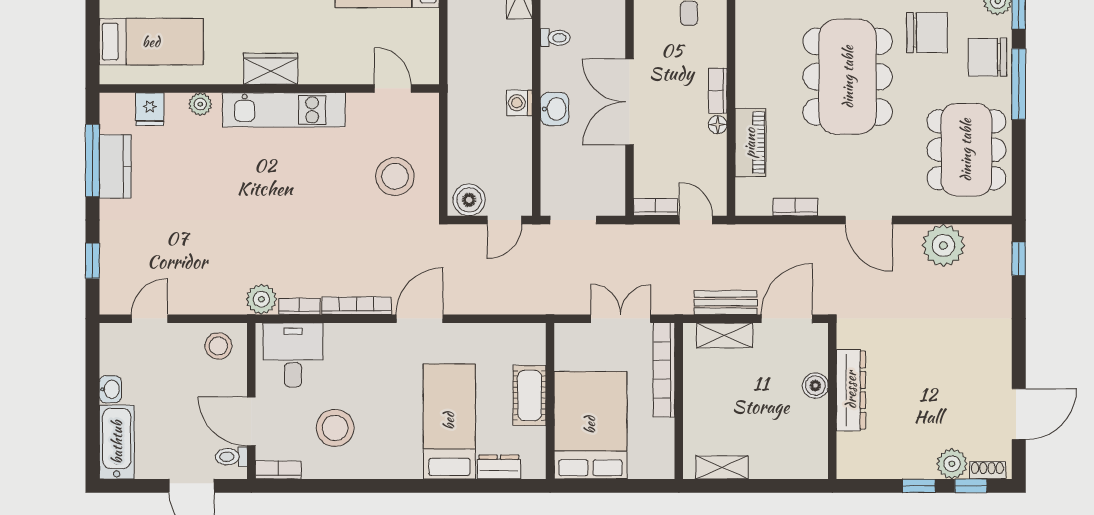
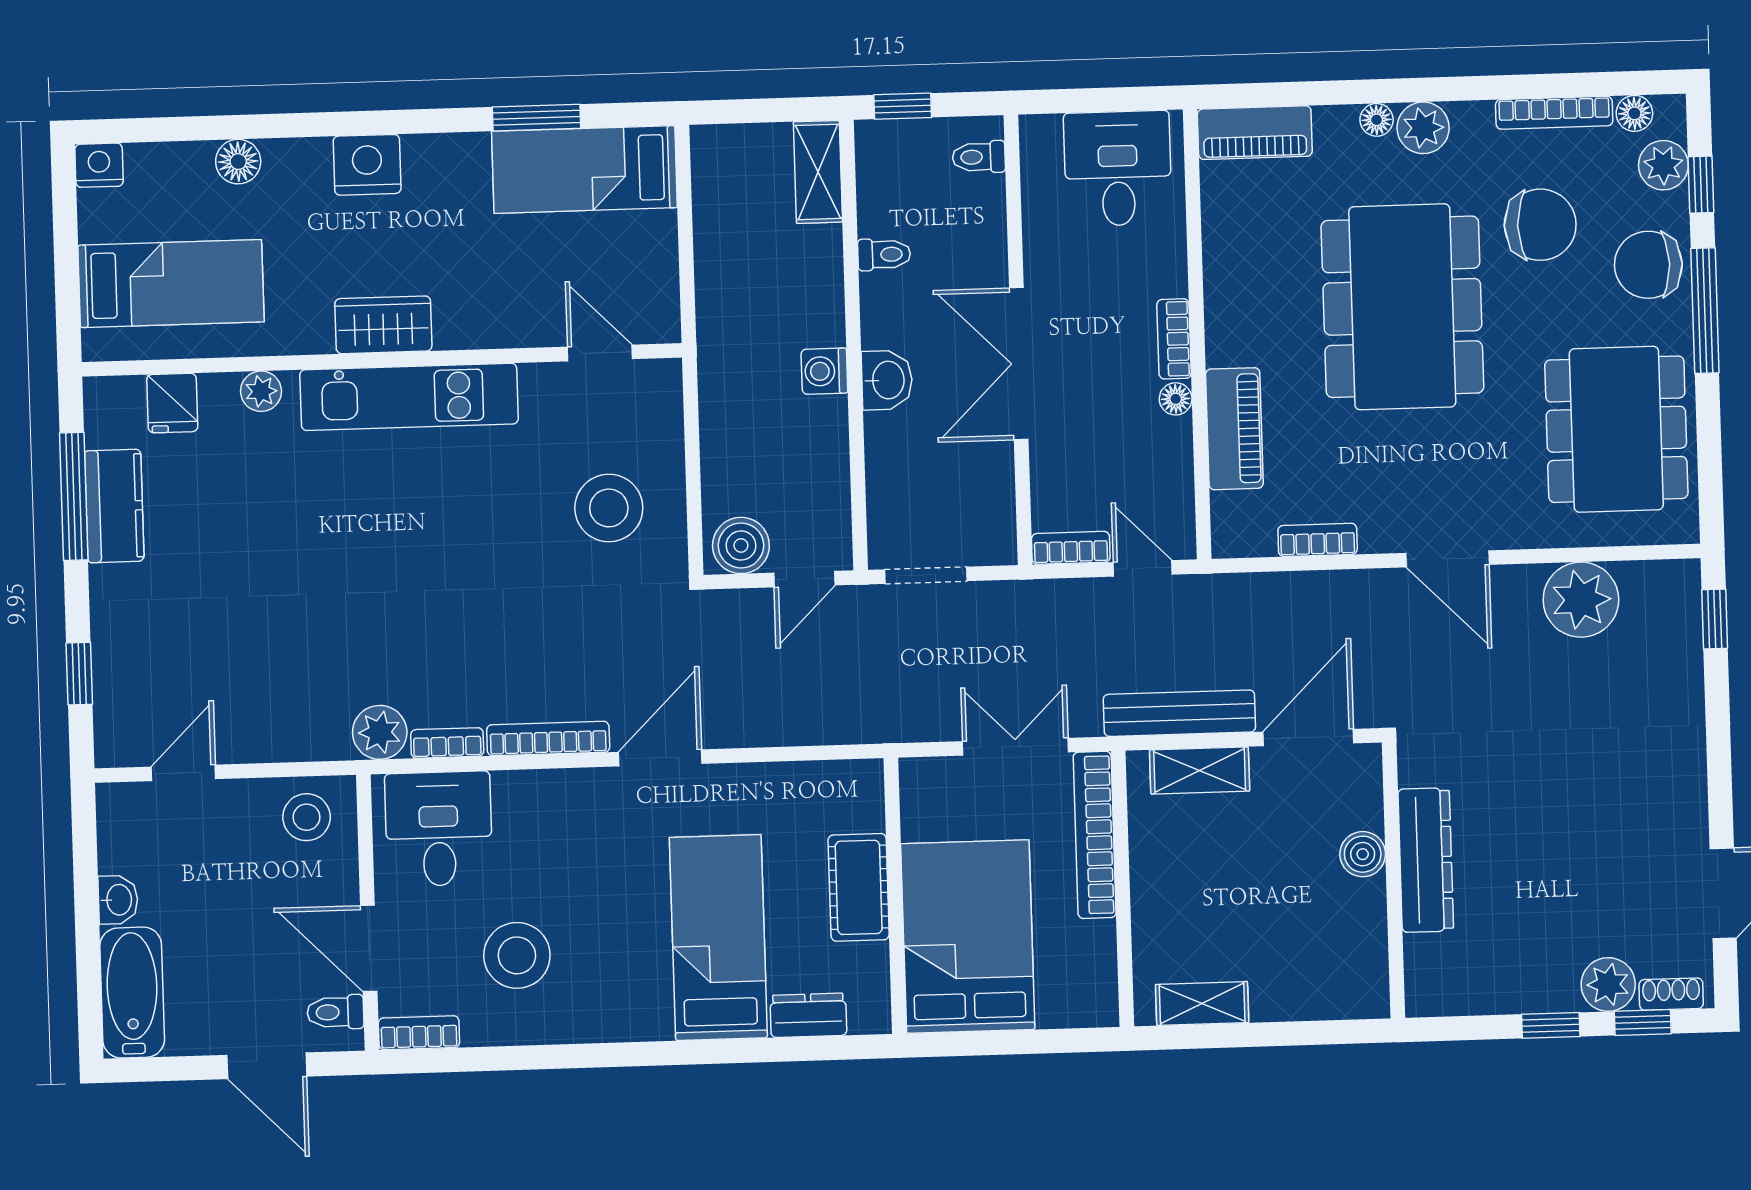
bench: (726, 303) -> (1179, 713), width x1.36

